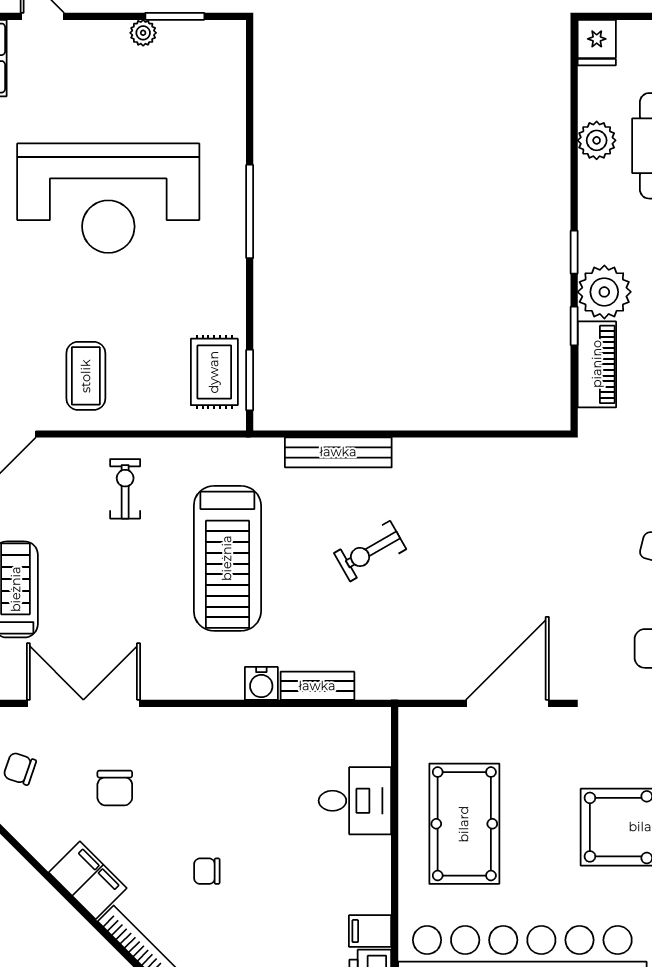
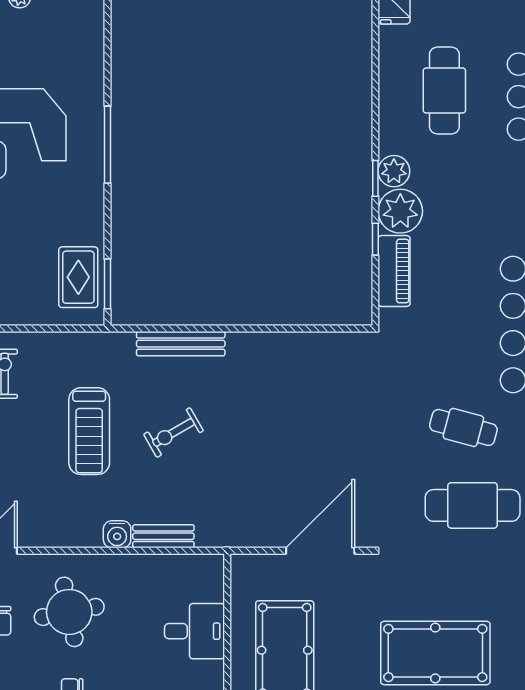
plant: (597, 140) -> (394, 171), moved
exercise bike: (370, 551) -> (173, 433), moved
treadmill: (227, 558) -> (89, 431), width x0.73, depth x0.73
round table: (203, 777) -> (69, 612), added

